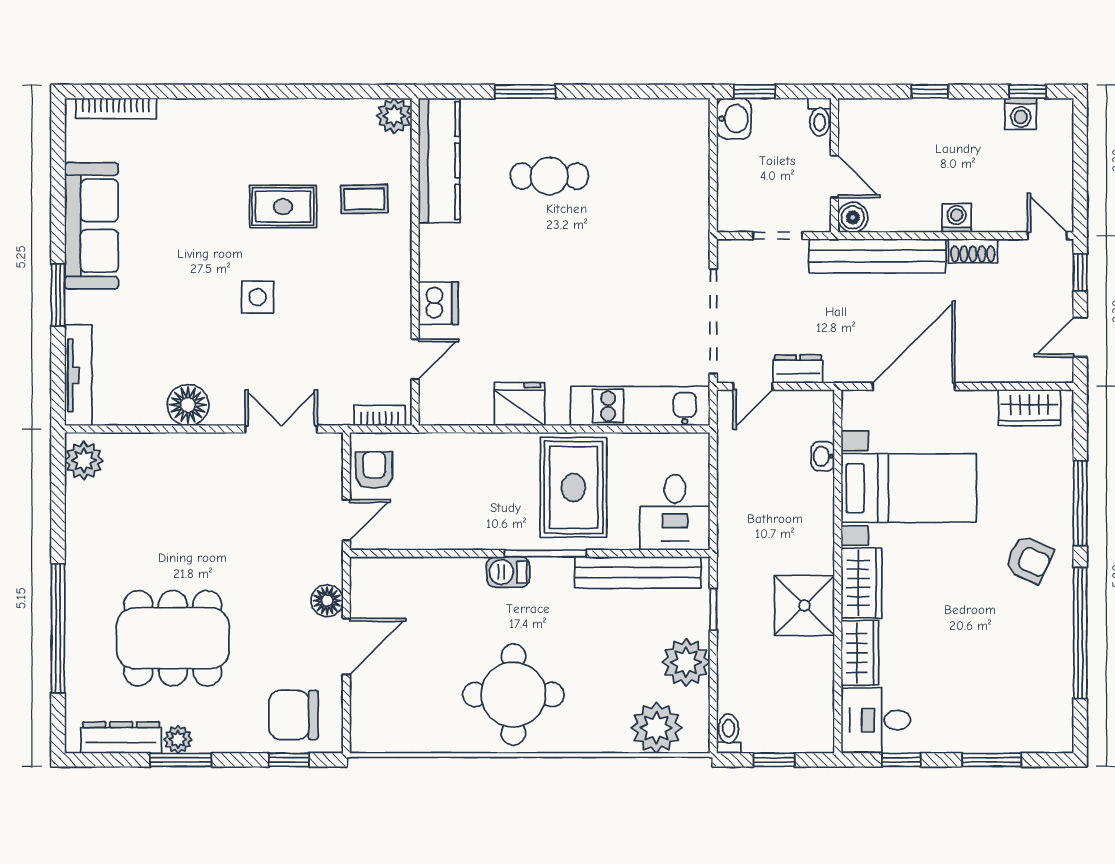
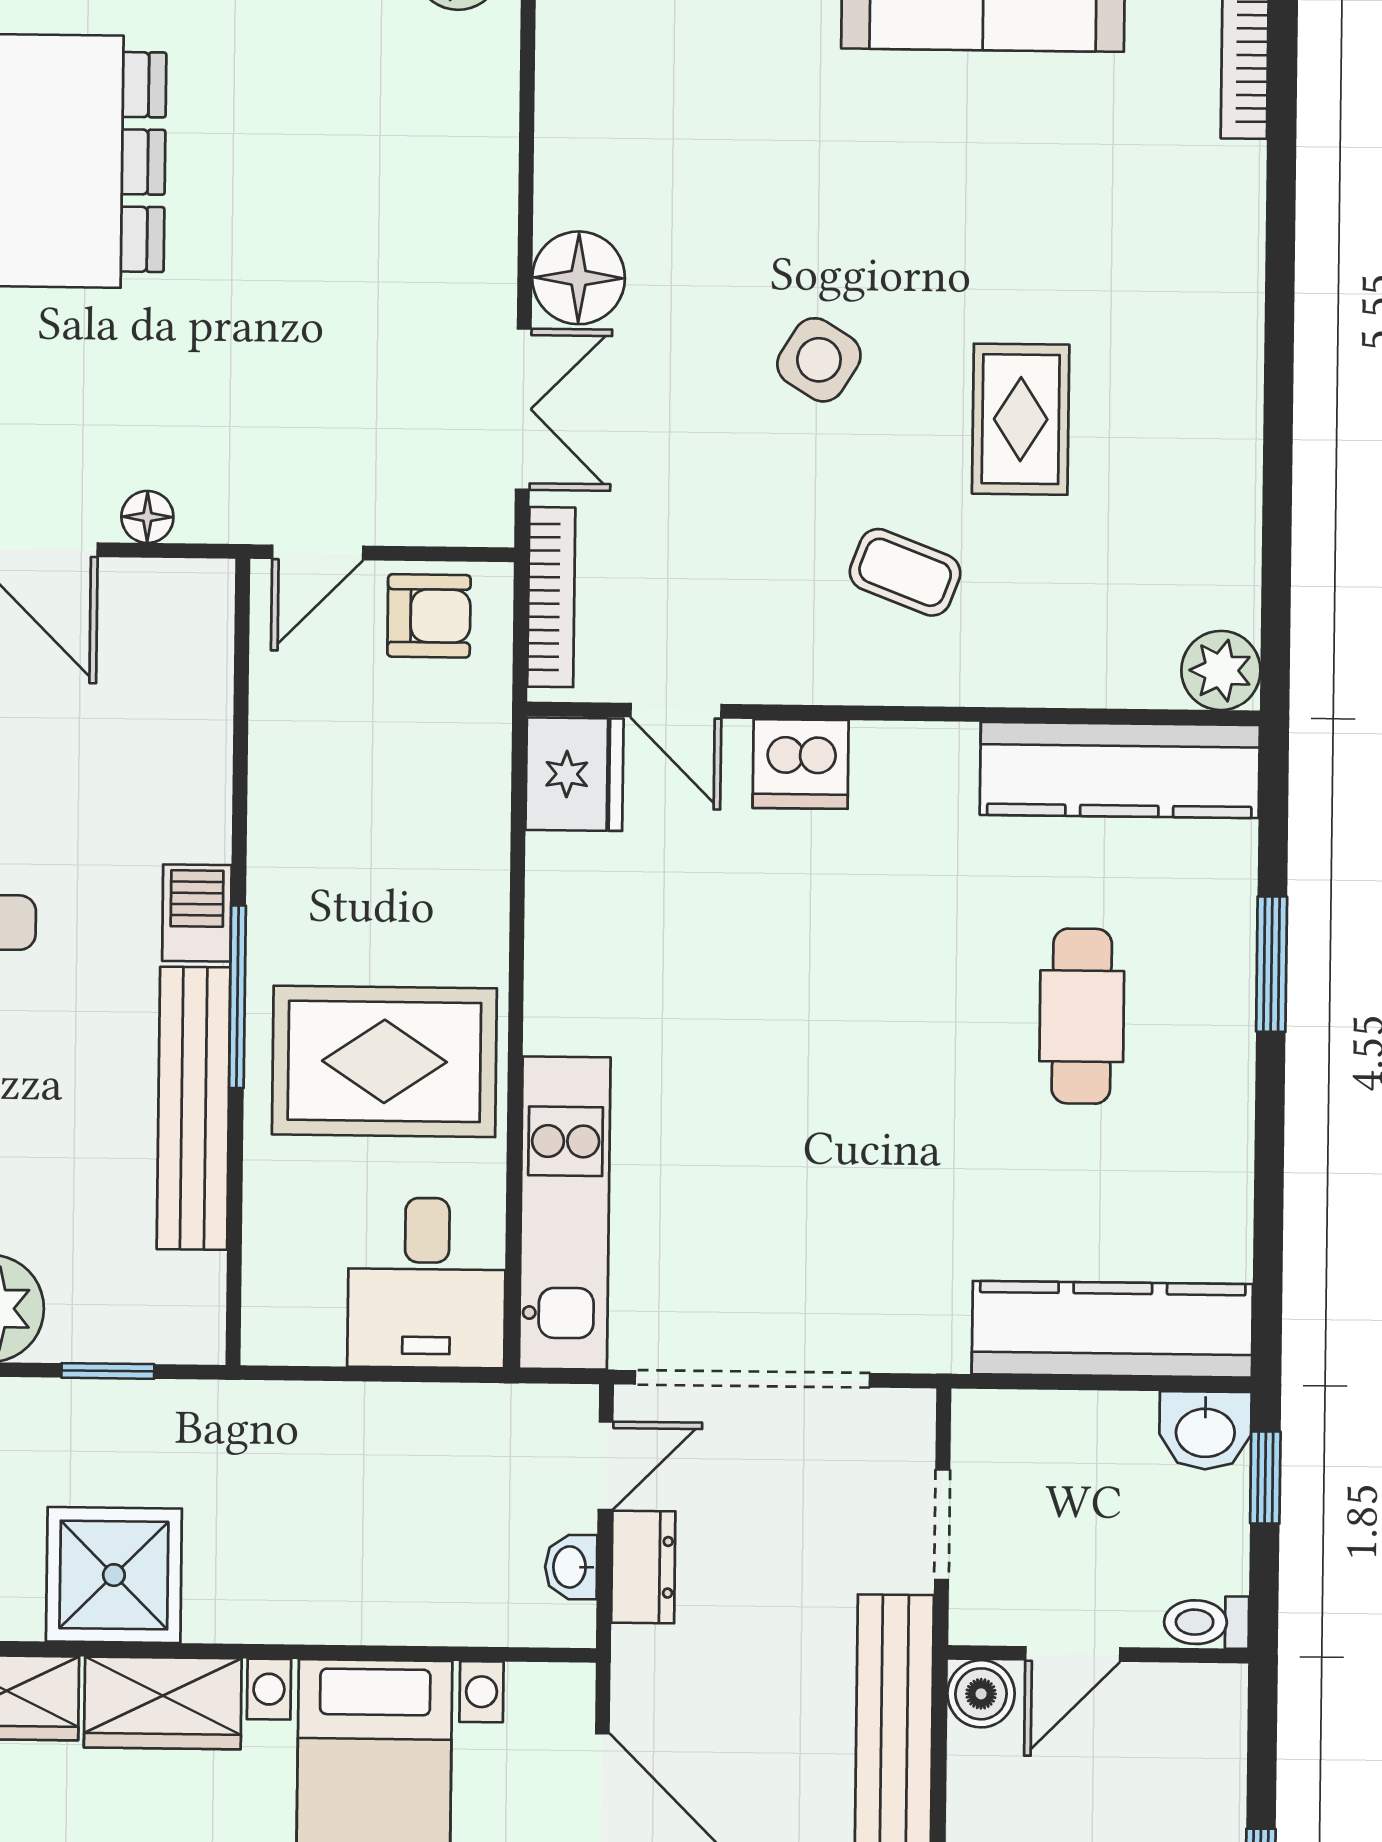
kitchen counter: (689, 161) -> (1112, 1329), added
coffee table: (364, 199) -> (905, 572), moved, turned -68
side table: (258, 297) -> (819, 360), turned 32
door: (753, 386) -> (606, 1466), swing flipped
fridge: (519, 404) -> (575, 774), moved
floor lamp: (188, 405) -> (579, 278), moved
bookcase: (379, 415) -> (551, 597), width x1.56
washbasin: (823, 456) -> (571, 1567), moved, turned -90
desk: (675, 512) -> (427, 1283), moved, turned -90
door: (346, 520) -> (318, 552), hinge flipped
bench: (638, 572) -> (194, 1108), moved
floor lamp: (327, 601) -> (147, 517), width x0.73, depth x0.73

